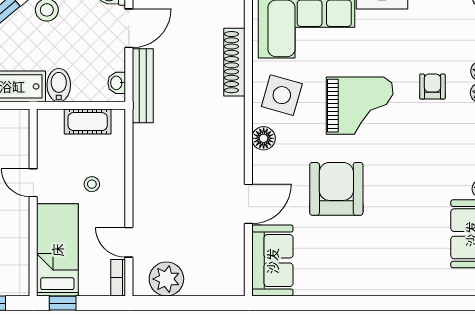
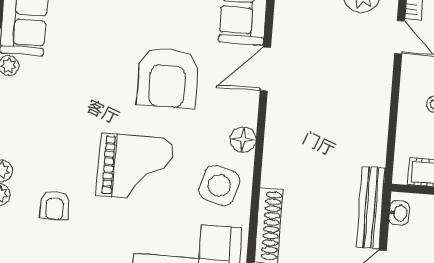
armchair: (432, 87) -> (55, 205), moved
grand piano: (360, 106) -> (135, 167), turned 180

